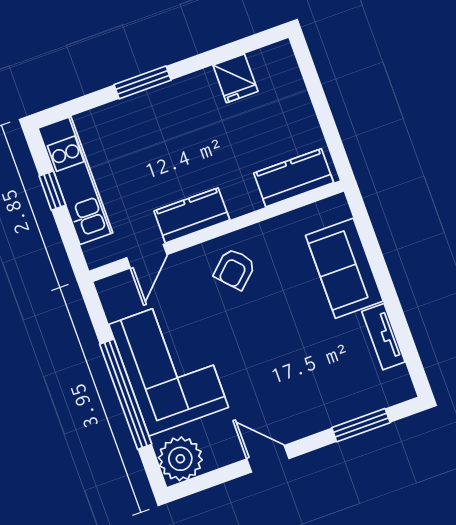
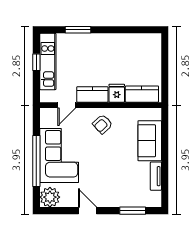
fridge: (235, 78) -> (117, 93), moved, turned 180
window: (143, 82) -> (78, 30), moved

